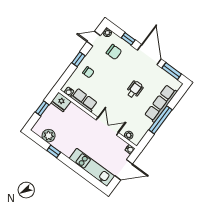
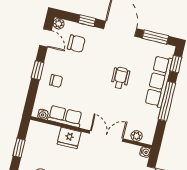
door: (94, 39) -> (45, 38), swing flipped
window: (178, 96) -> (176, 64), added
fridge: (61, 102) -> (69, 138), moved

